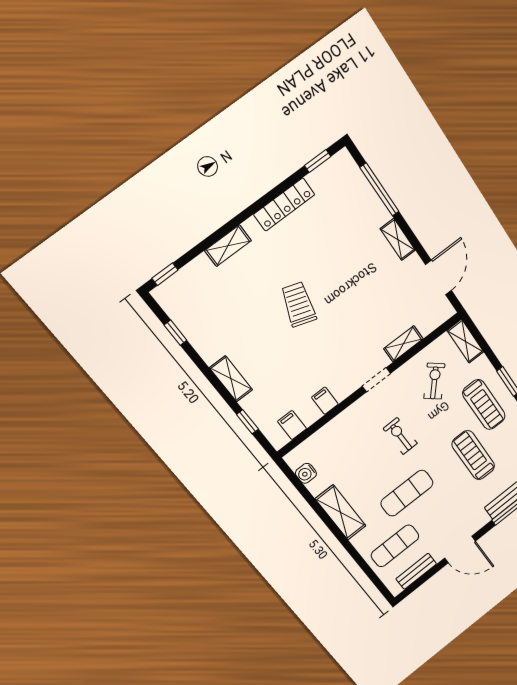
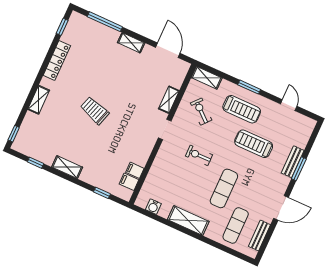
shelving: (231, 379) -> (67, 167), moved
filing cabinet: (325, 401) -> (135, 170), moved

